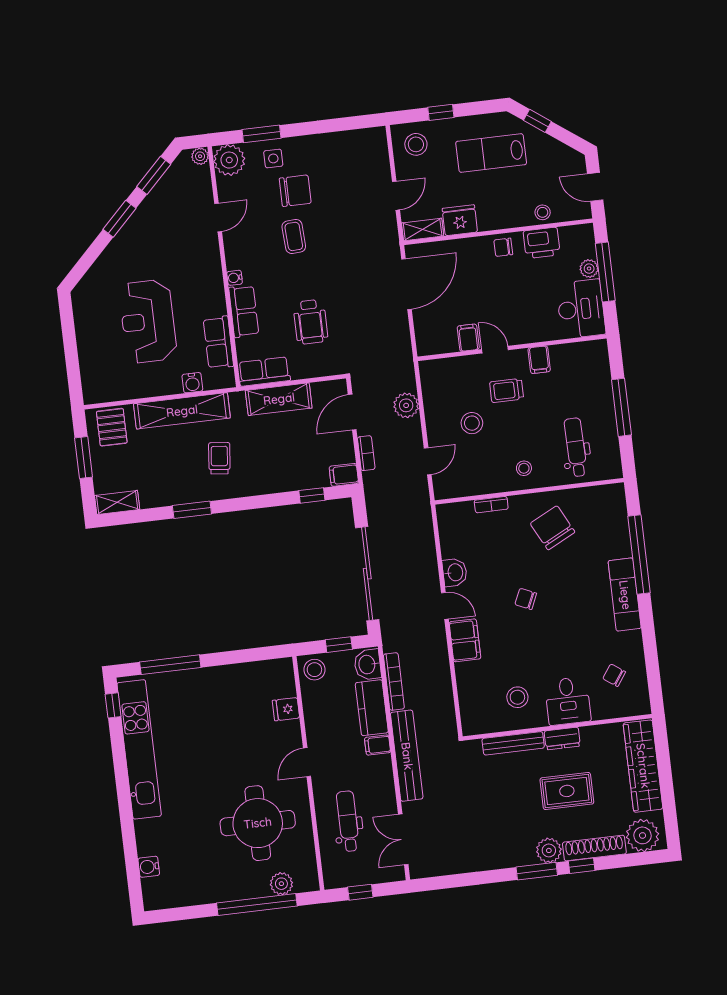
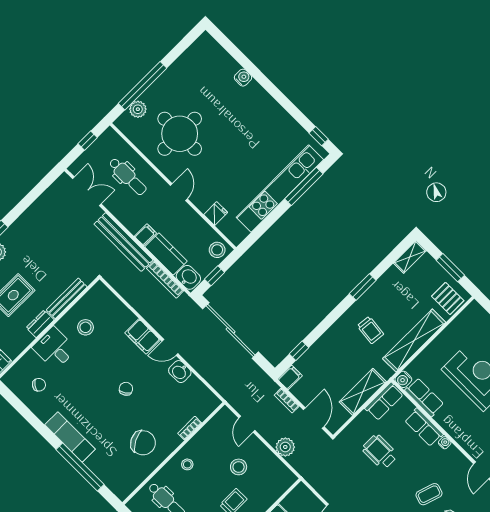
coffee table: (294, 236) -> (429, 494), turned -69
water cooler: (192, 383) -> (403, 379), moved, turned -90
chair: (526, 599) -> (126, 389), turned -58
kitchen unit: (139, 749) -> (280, 188), moved, turned 90
water cooler: (149, 867) -> (243, 78), moved

